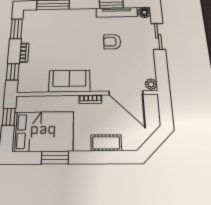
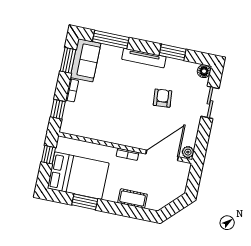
tv unit: (117, 12) -> (144, 58), moved
armchair: (112, 42) -> (163, 98), turned 85
sofa: (69, 81) -> (85, 60), moved, turned 90
door: (126, 93) -> (162, 155), swing flipped

